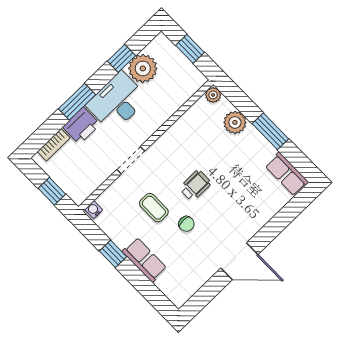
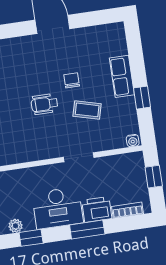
plant: (143, 68) -> (16, 226), width x0.53, depth x0.53
coffee table: (154, 208) -> (87, 110), turned -75

